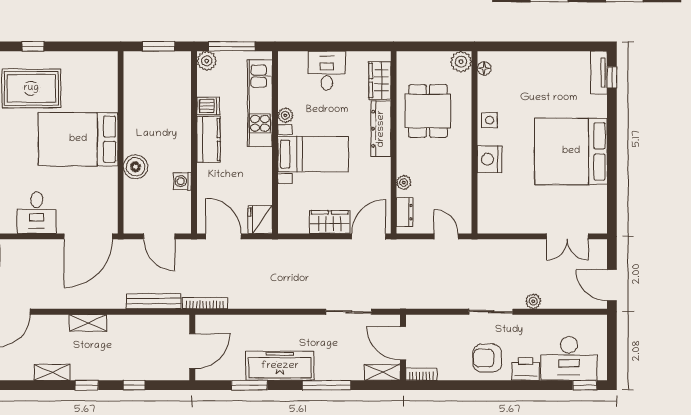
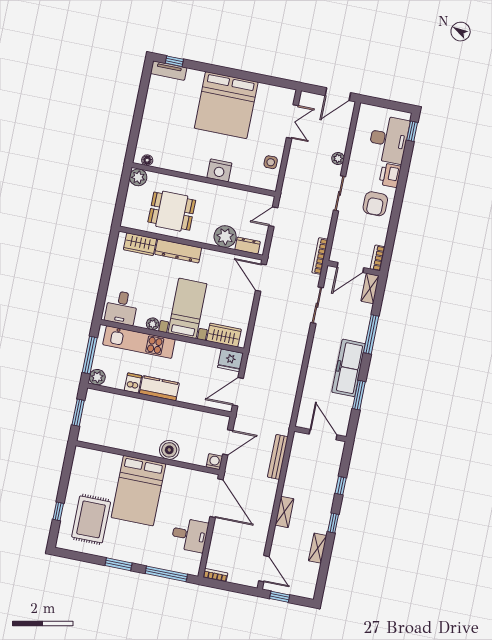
desk: (327, 71) -> (122, 308), moved, turned -90
side table: (490, 120) -> (271, 162), moved
washing machine: (182, 181) -> (214, 462), moved, turned 180
plant: (404, 183) -> (225, 237), width x1.88, depth x1.88
wardrobe: (330, 222) -> (224, 335), moved, turned 90
bookcase: (205, 303) -> (320, 256), moved

